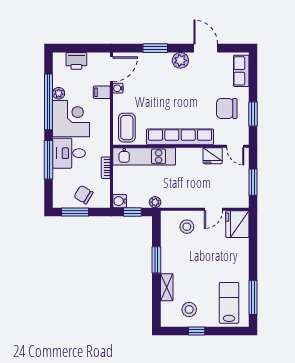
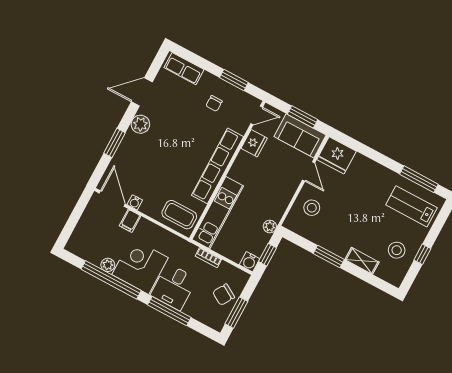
printer: (76, 61) -> (85, 229), removed
chair: (227, 108) -> (214, 103), width x0.54, depth x0.54
sofa: (237, 188) -> (300, 136), added

